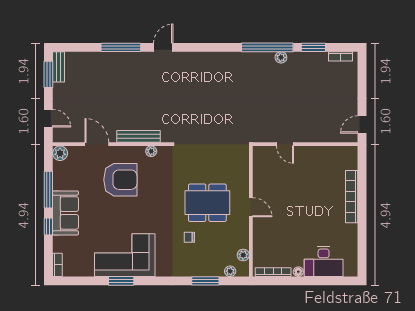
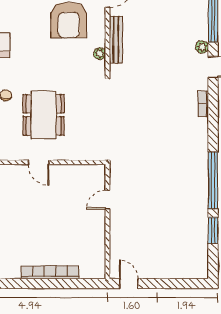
bookcase: (340, 56) -> (203, 104), moved
plant: (281, 57) -> (202, 47), moved
door: (251, 207) -> (39, 162), hinge flipped

